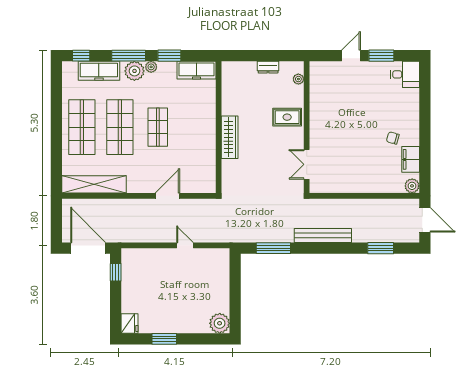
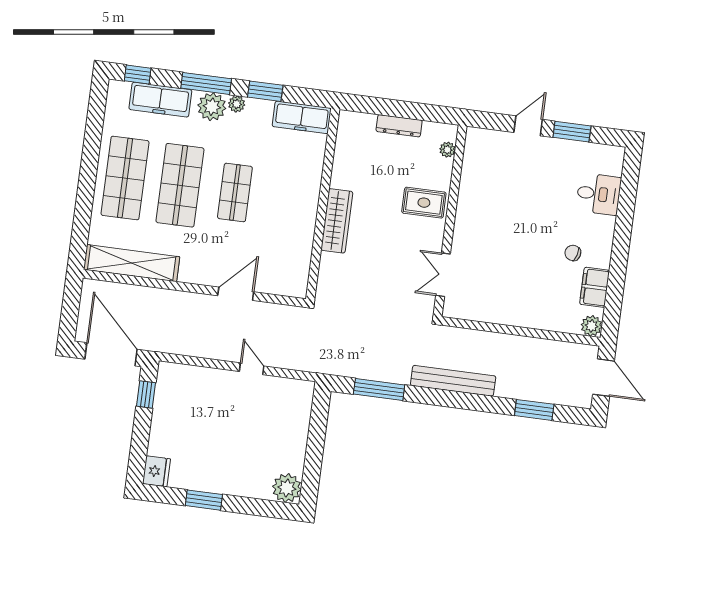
dresser: (268, 67) -> (399, 126), width x1.44
desk: (405, 74) -> (599, 194), moved

